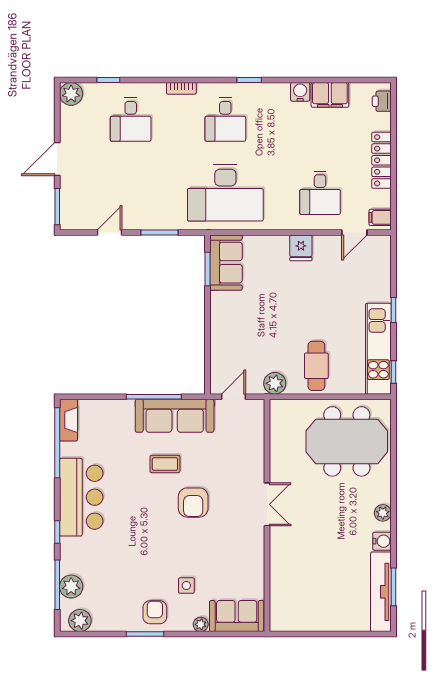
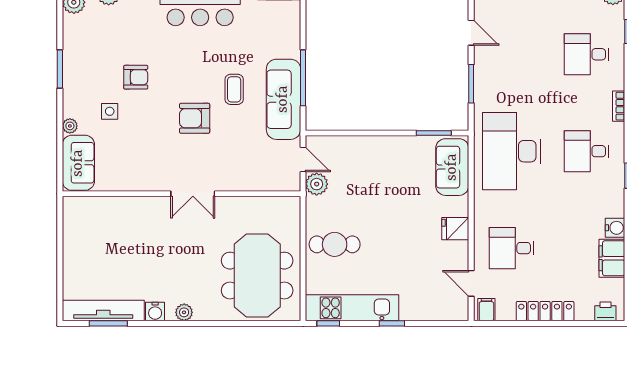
sofa: (226, 263) -> (452, 167), moved, turned 90
plant: (275, 383) -> (317, 184), moved
armchair: (155, 612) -> (136, 77), moved

